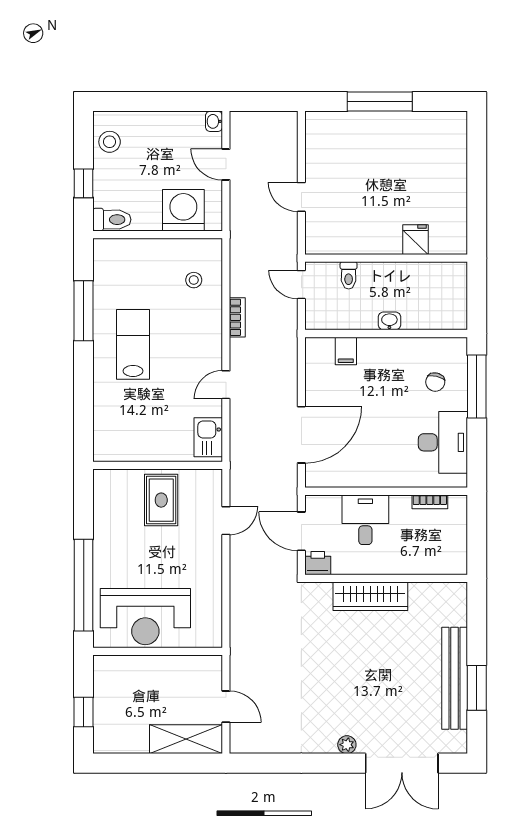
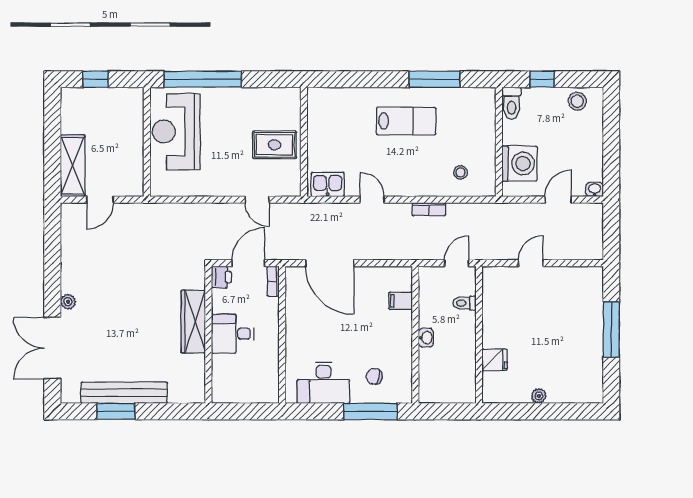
plant: (458, 187) -> (539, 396), added
bookcase: (430, 502) -> (273, 281), moved
desk: (365, 520) -> (233, 334), moved, turned 180

